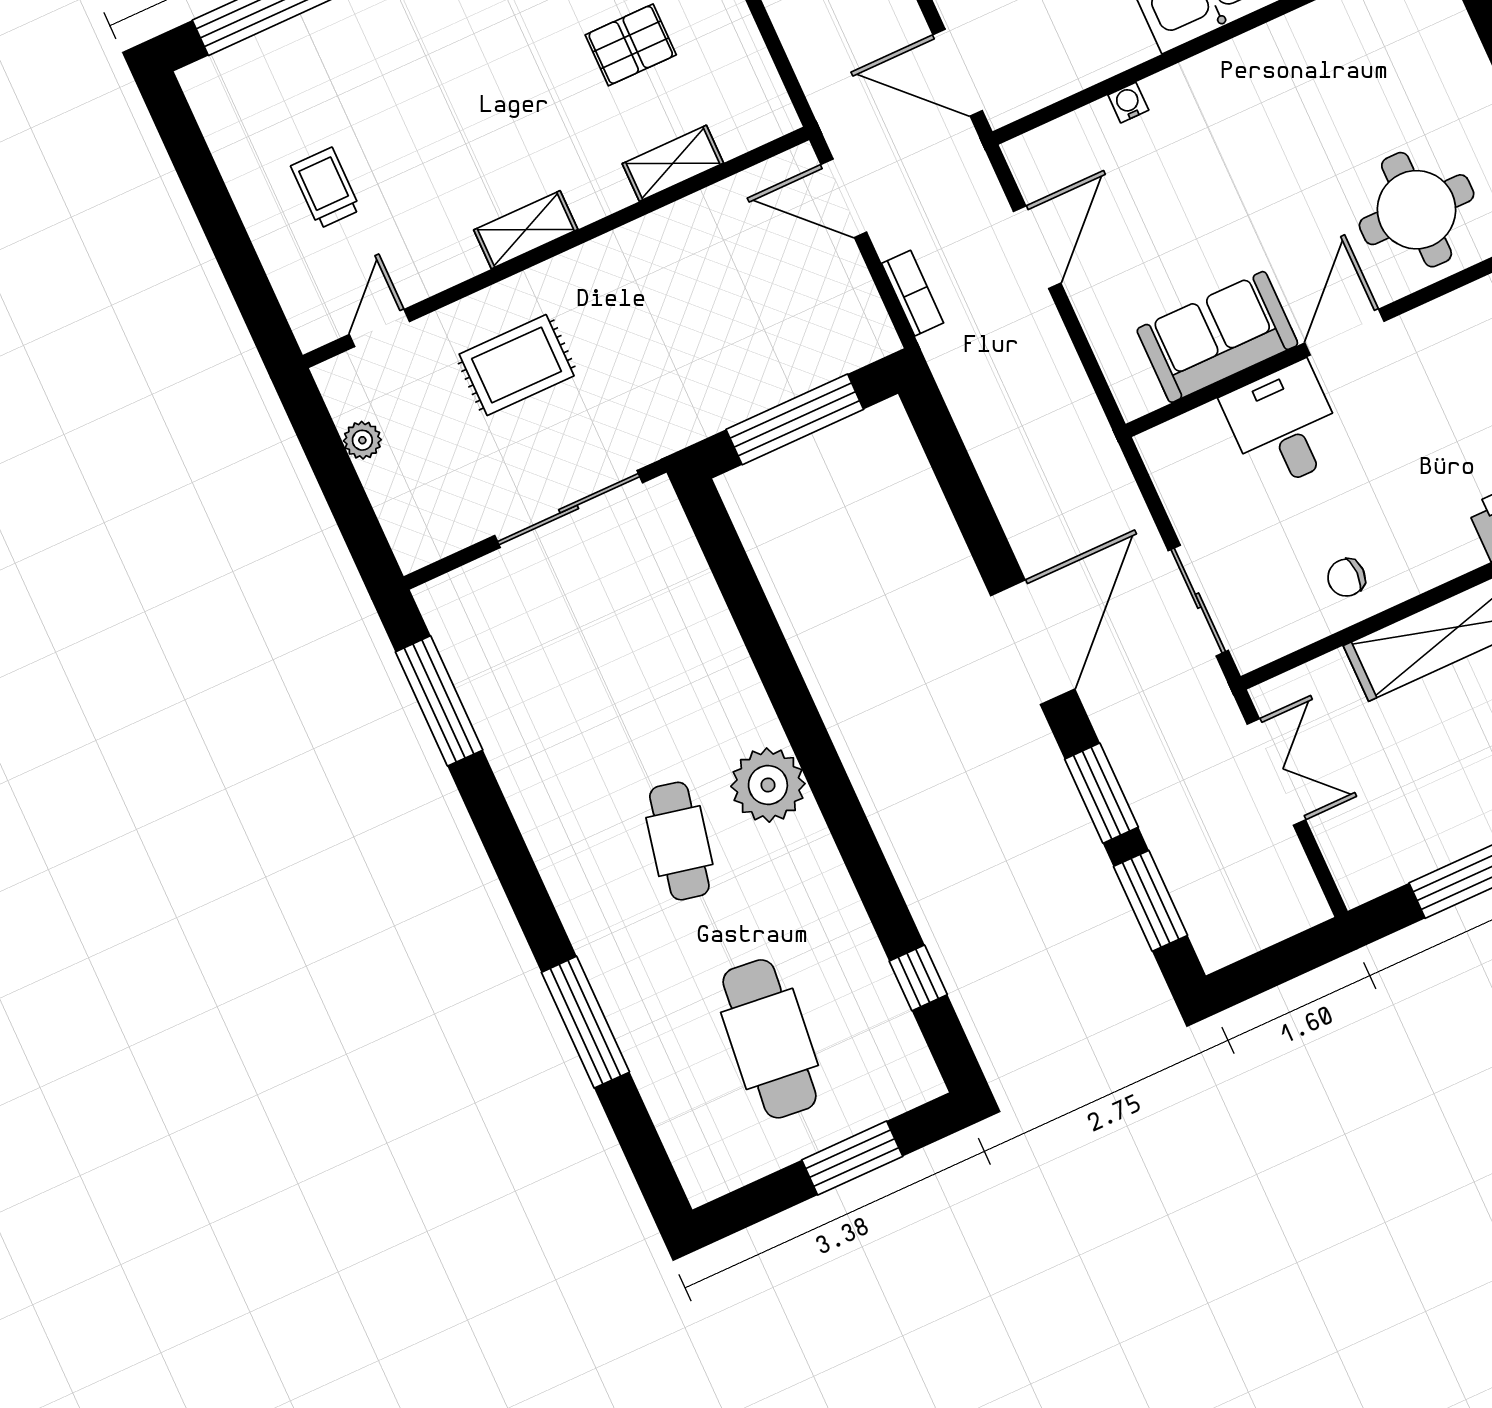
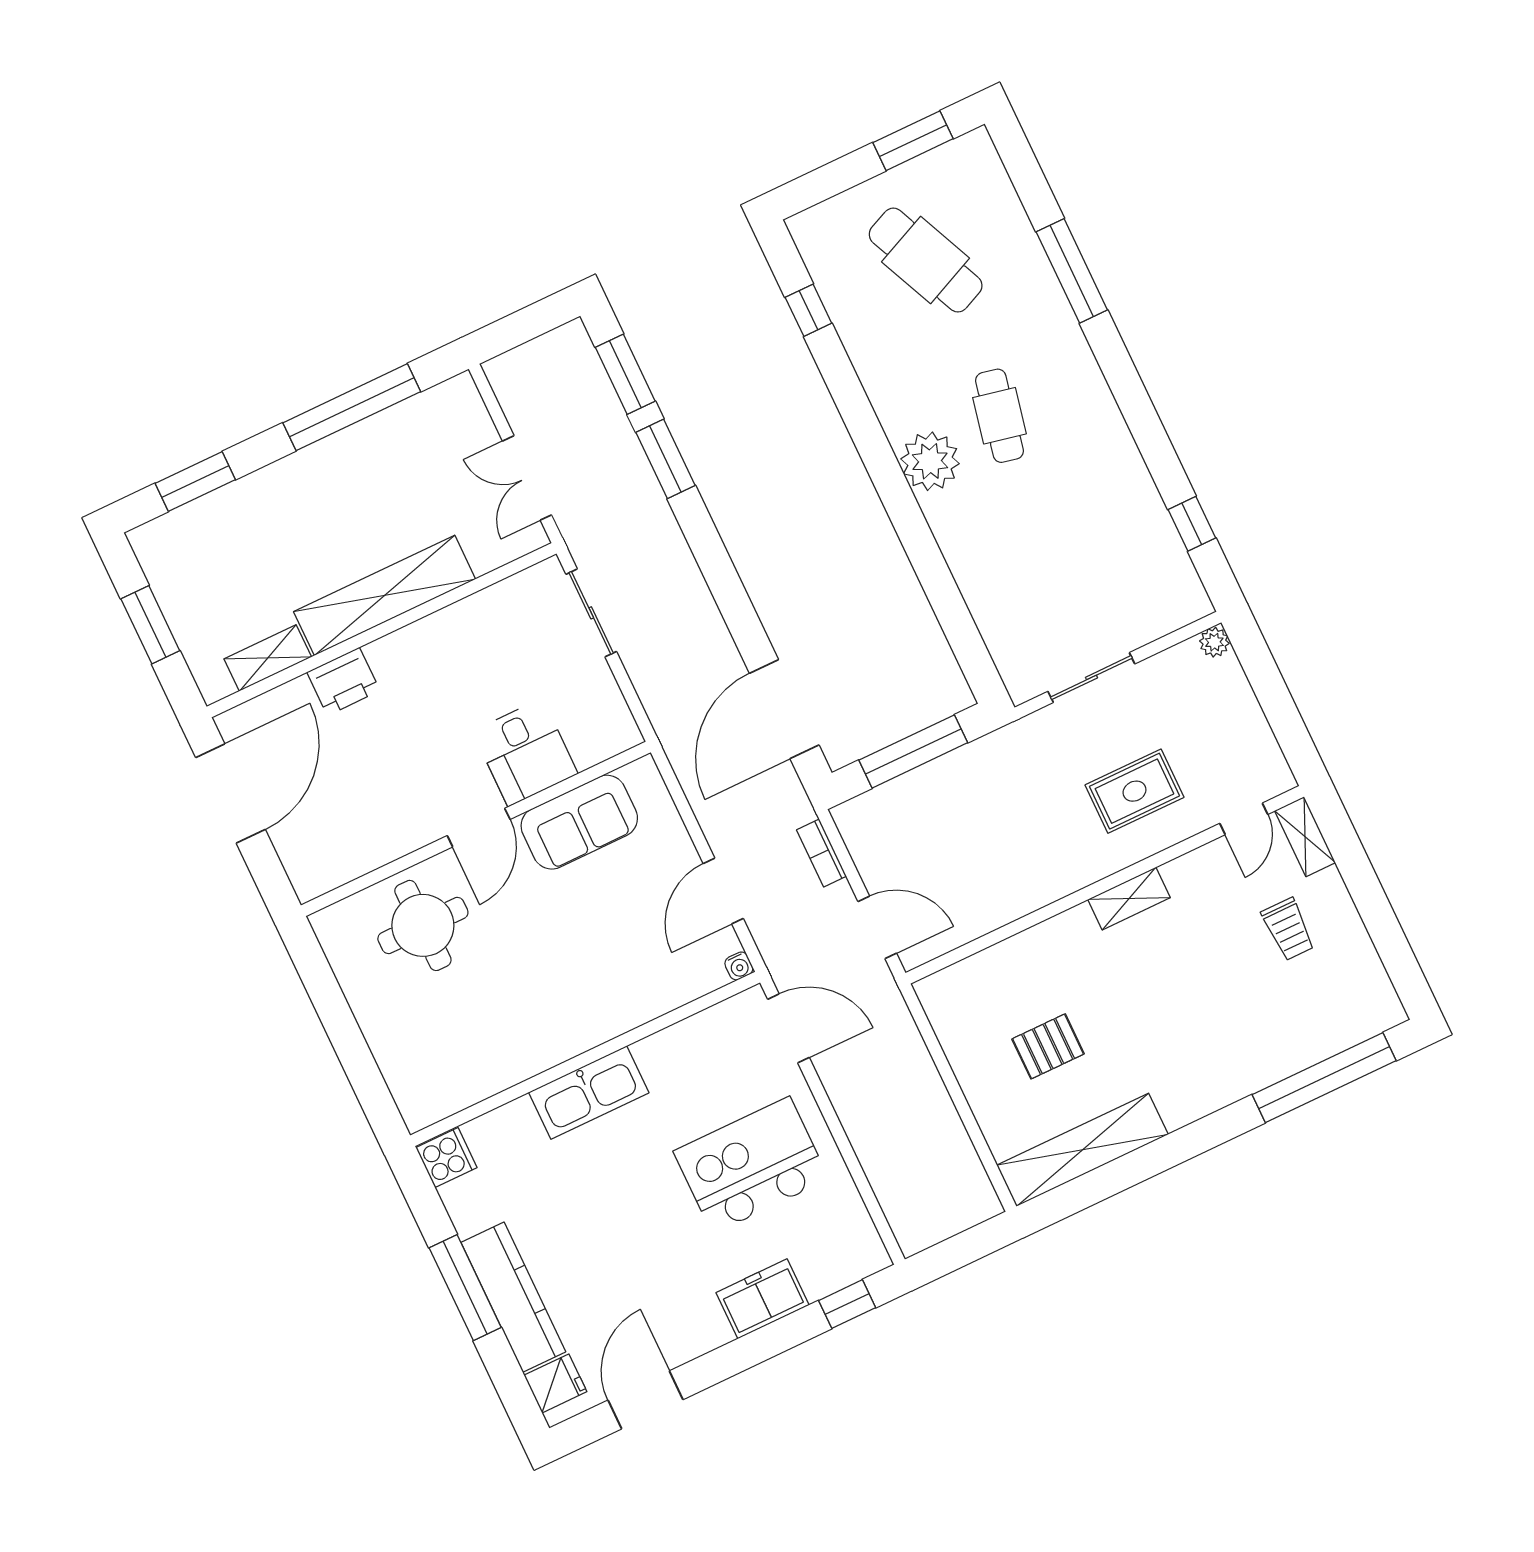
water cooler: (1128, 103) -> (739, 966), moved
shelving: (673, 163) -> (1305, 837), moved, turned 90
plant: (362, 440) -> (1214, 642), moved
sliding door: (569, 509) -> (1091, 678), width x0.73
chair: (1346, 578) -> (474, 633), removed
door: (1033, 642) -> (784, 709), moved
window: (439, 701) -> (1192, 524), width x0.46
cafe table: (770, 1039) -> (926, 260), turned -30
window: (852, 1158) -> (913, 141), moved

